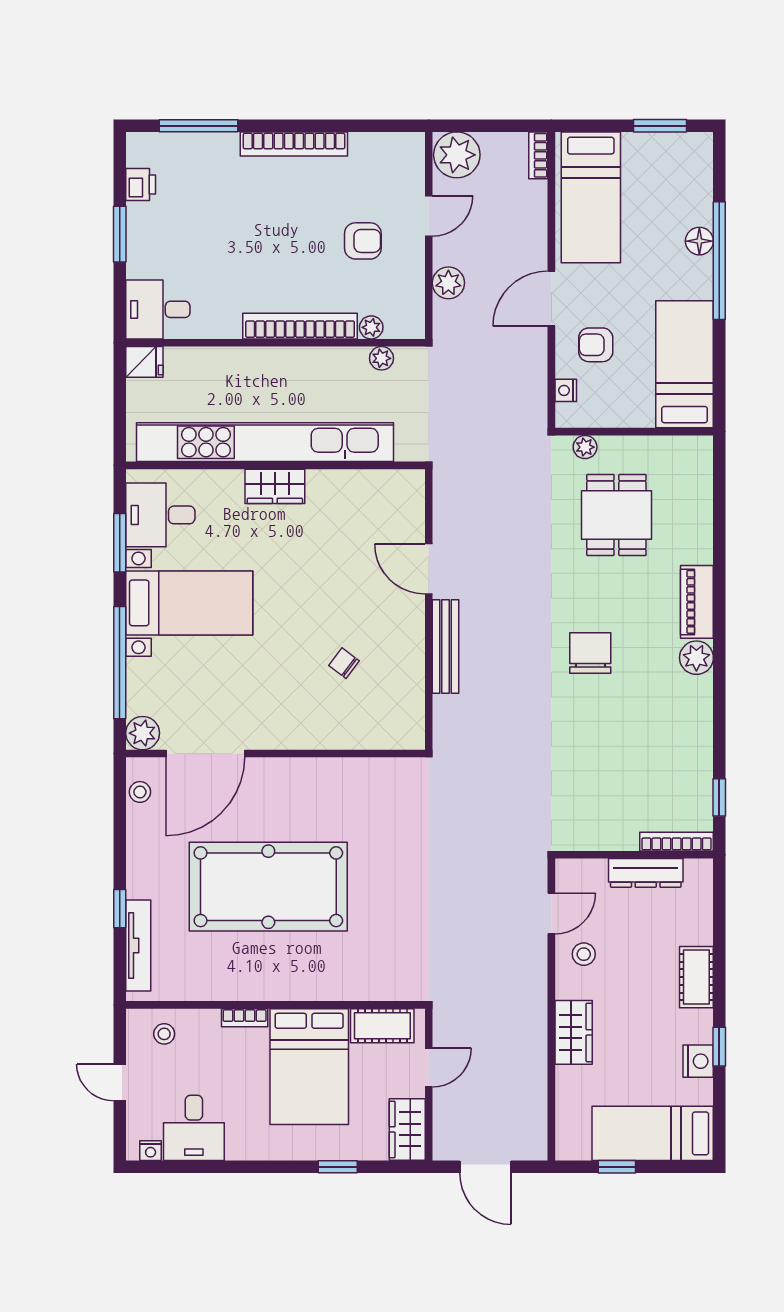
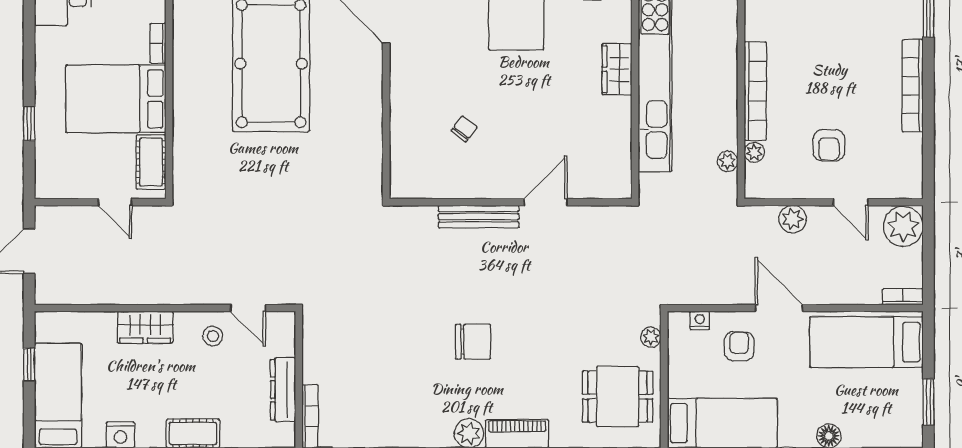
dining table: (616, 515) -> (618, 397), moved
wardrobe: (407, 1129) -> (61, 183), removed

